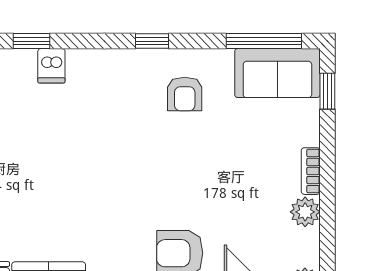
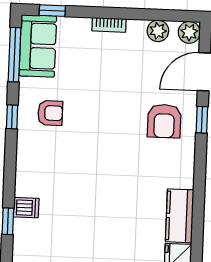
window: (152, 41) -> (12, 117), moved
plant: (305, 212) -> (158, 31), moved

